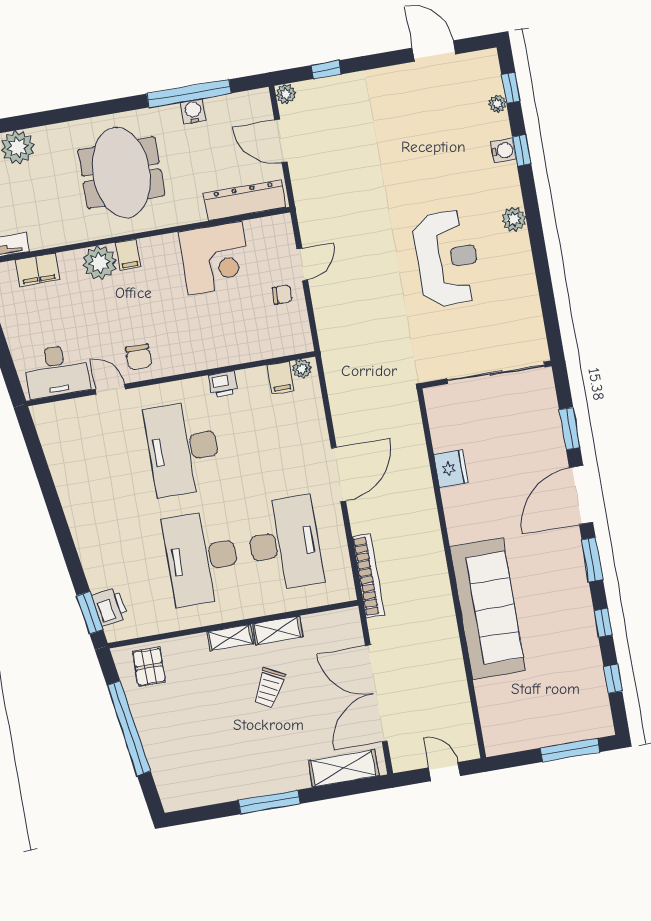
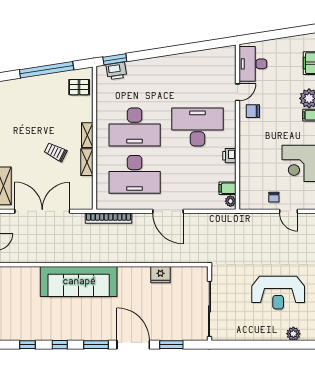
desk: (202, 558) -> (135, 127), turned 180

